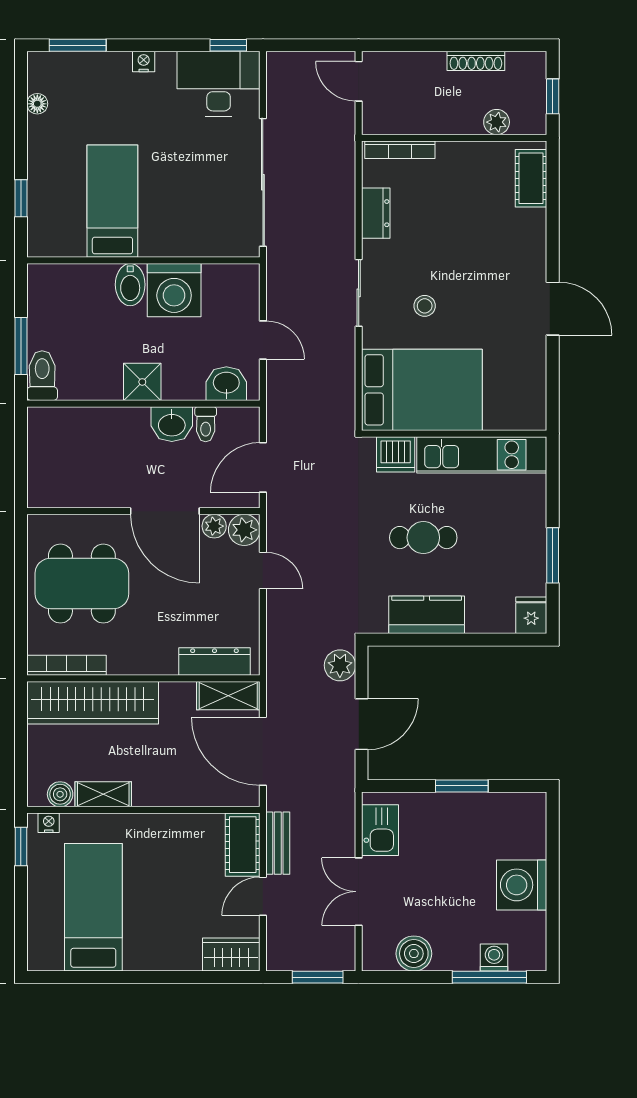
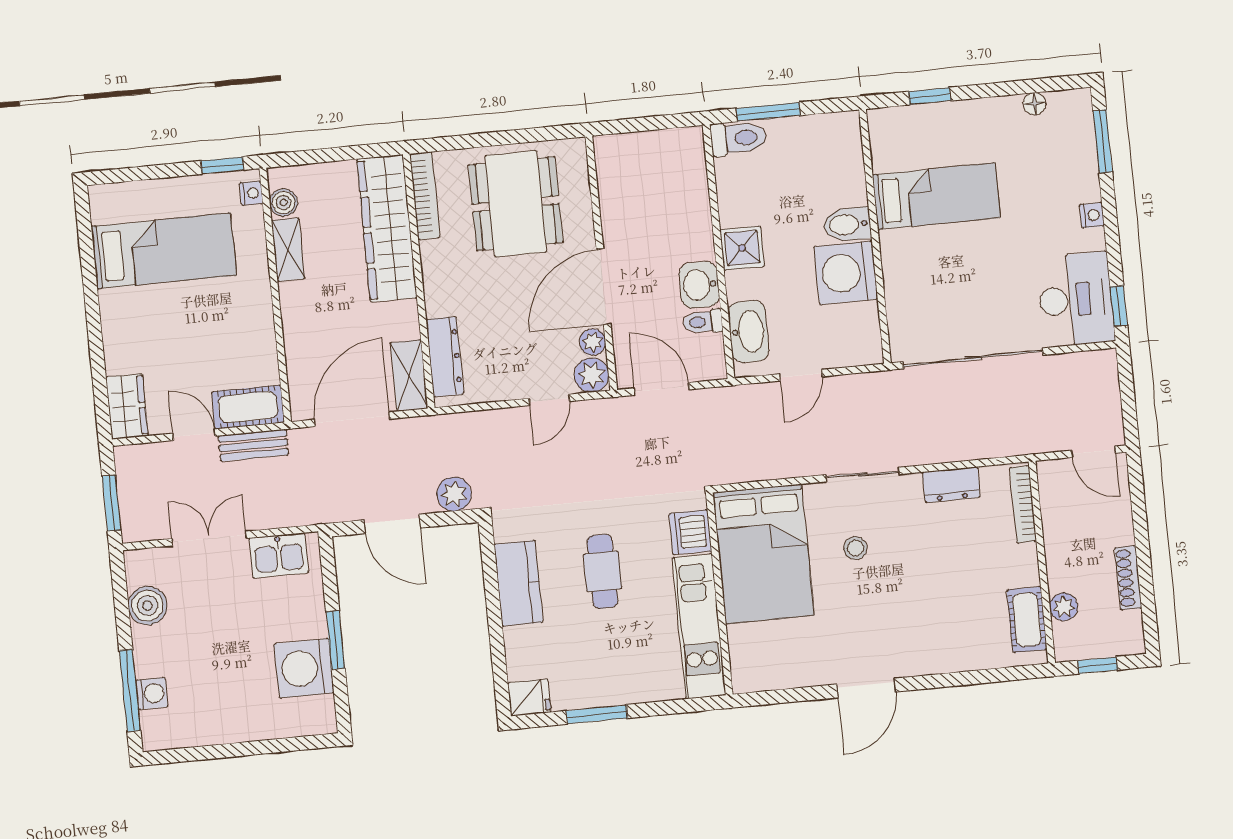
door: (359, 81) -> (1093, 452), swing flipped
cot: (531, 178) -> (1027, 620), moved, turned 90
washbasin: (226, 384) -> (748, 332), width x1.38
washing machine: (522, 885) -> (304, 668), moved, turned -90

